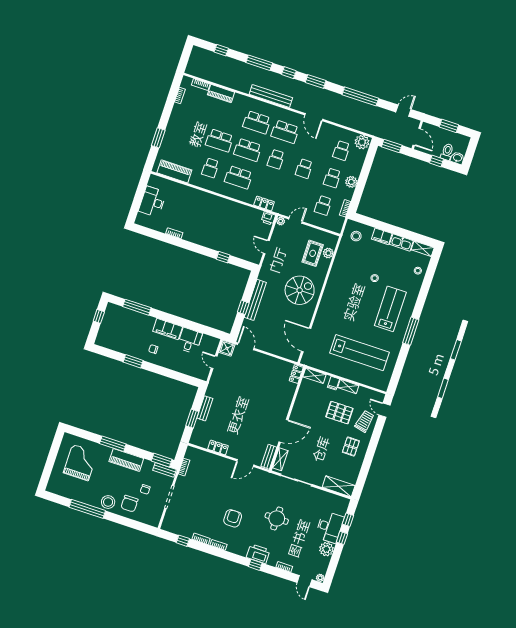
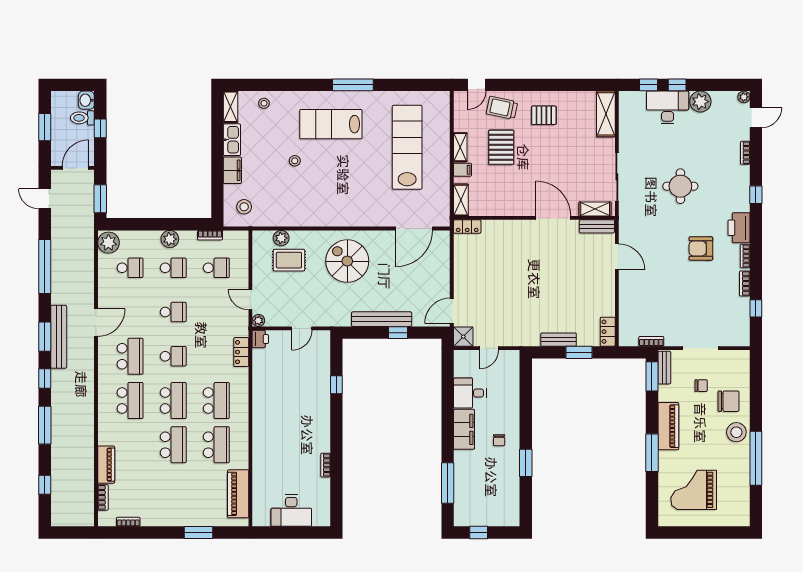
bench: (271, 96) -> (59, 337), moved
school desk: (210, 168) -> (216, 445), width x1.85
locker: (218, 447) -> (608, 332), moved
printer: (258, 554) -> (739, 228), moved

